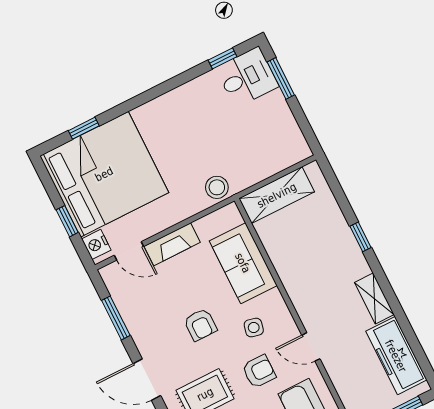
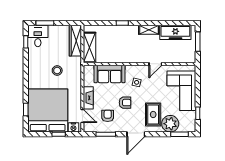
wardrobe: (276, 159) -> (75, 41), added
stool: (217, 187) -> (57, 71), moved
door: (129, 251) -> (82, 116), hinge flipped
armchair: (259, 371) -> (108, 116), moved

